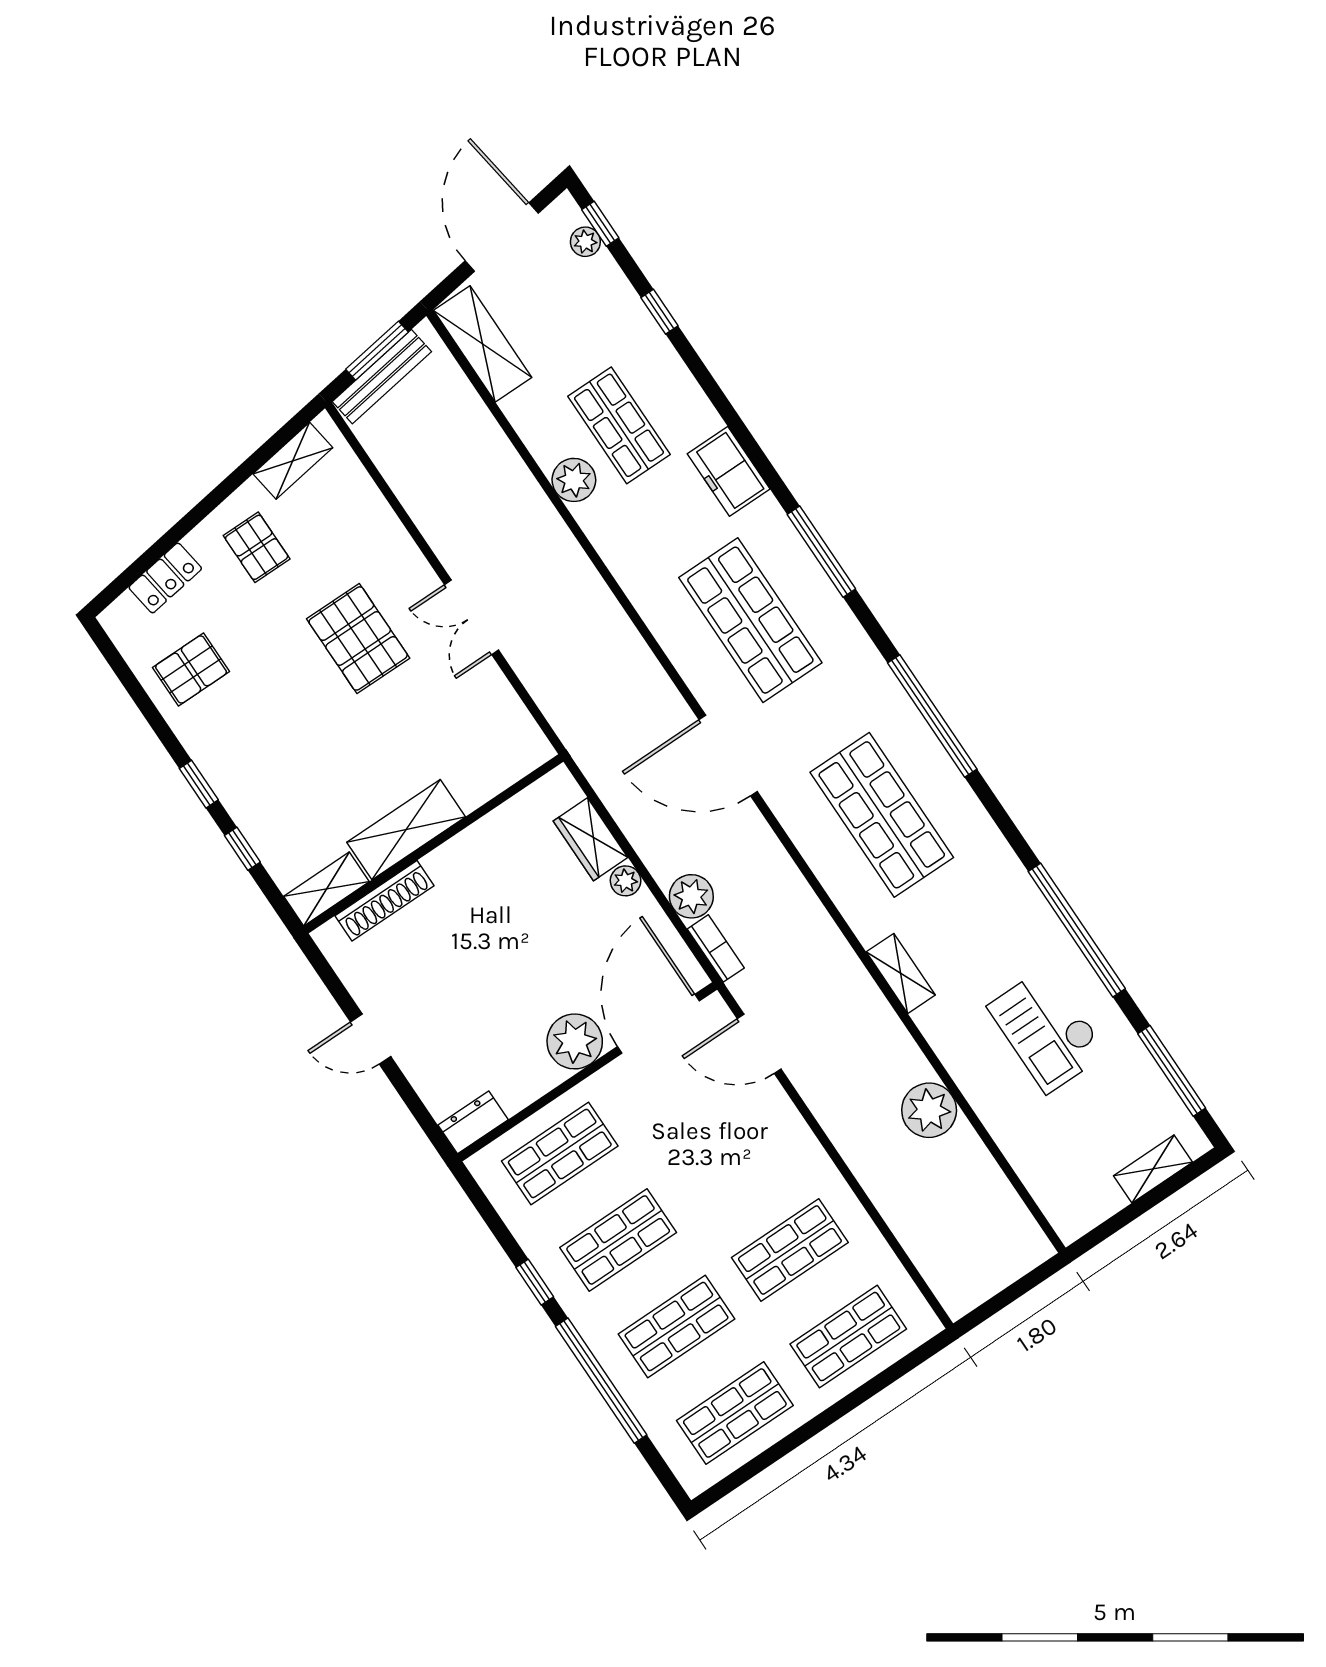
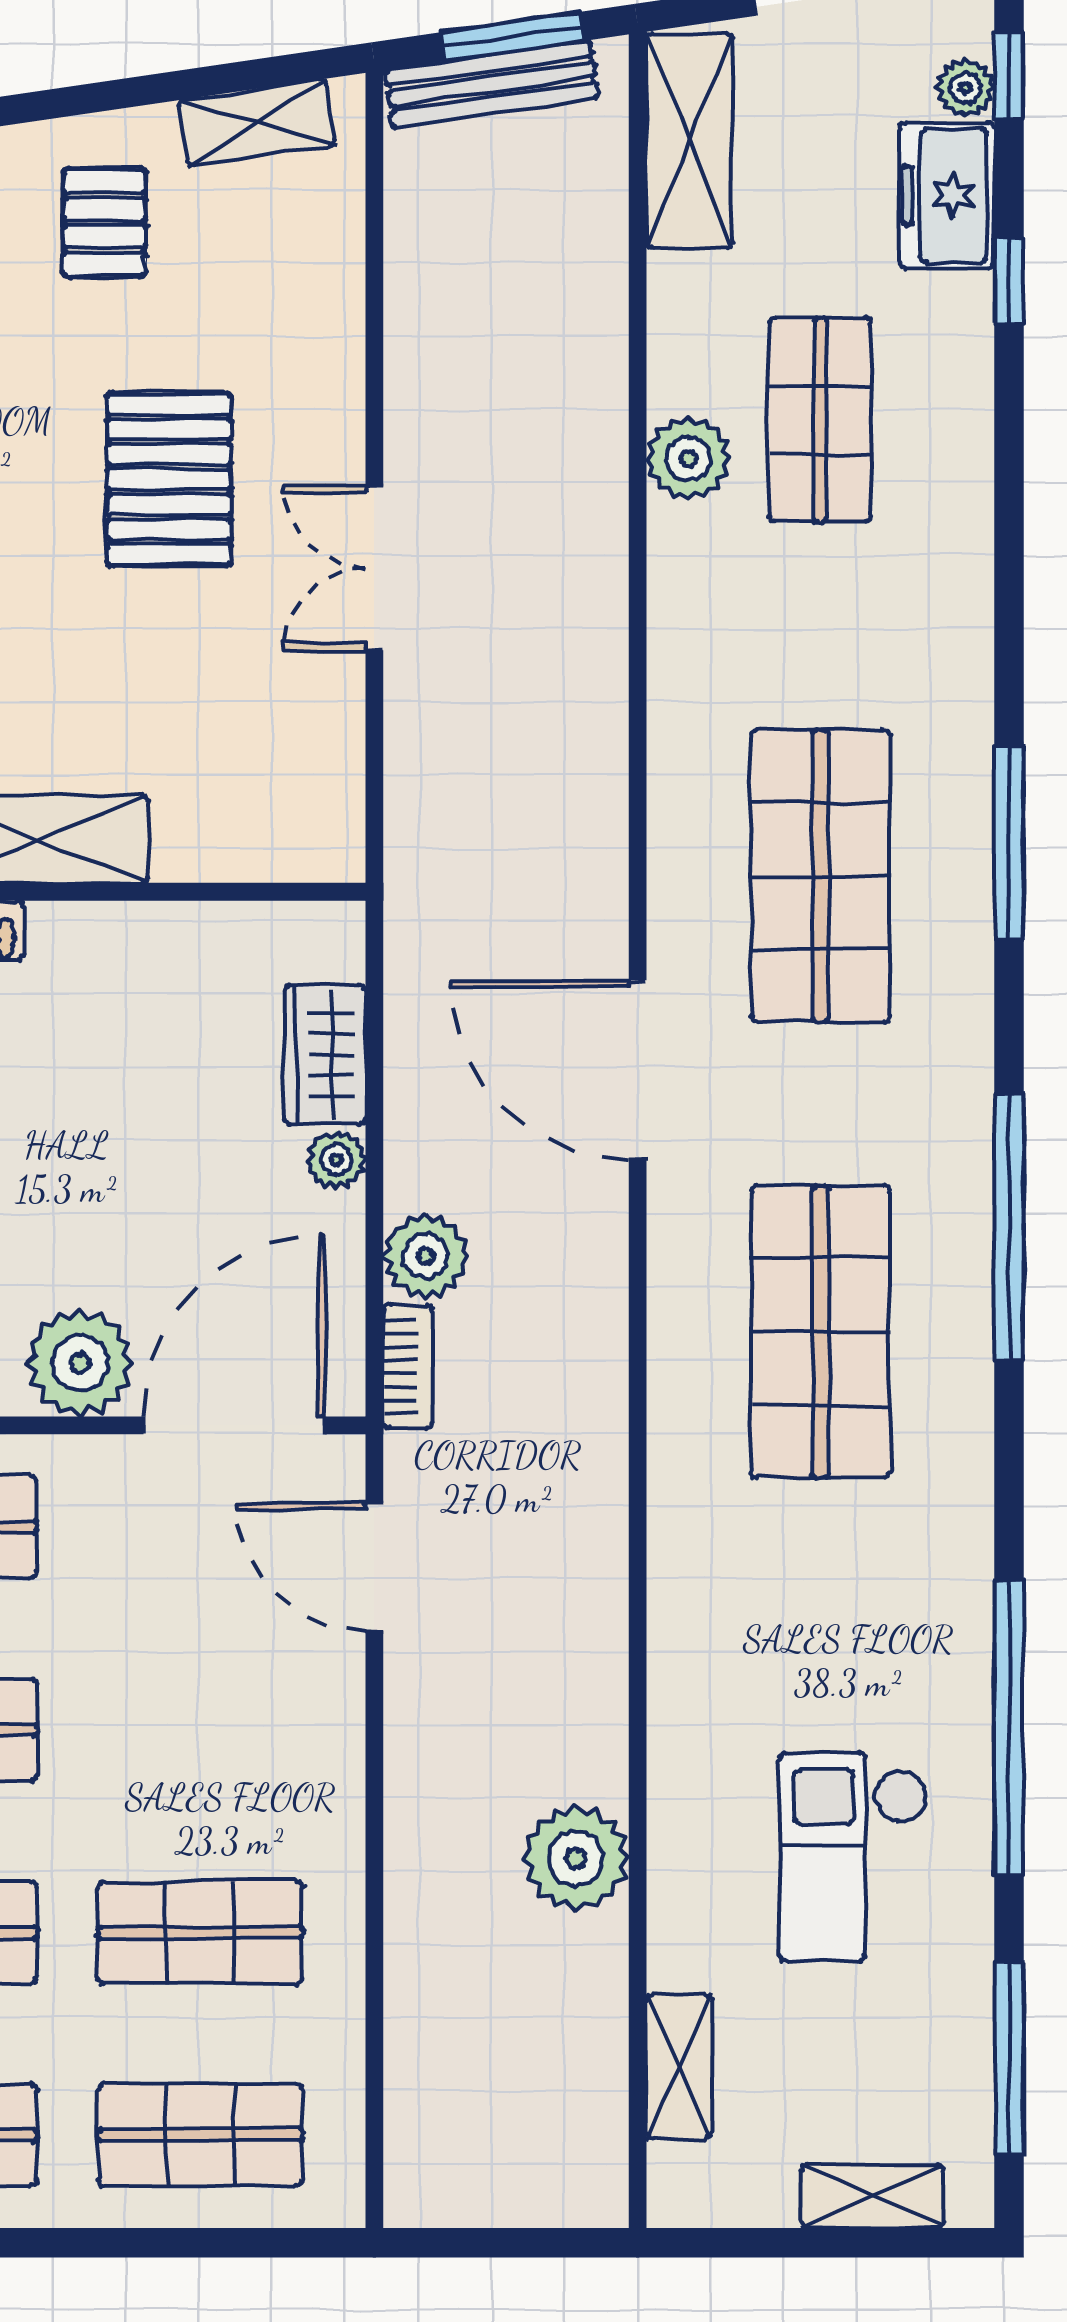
freezer: (729, 471) -> (947, 195), moved
shelving: (901, 973) -> (679, 2066), moved

